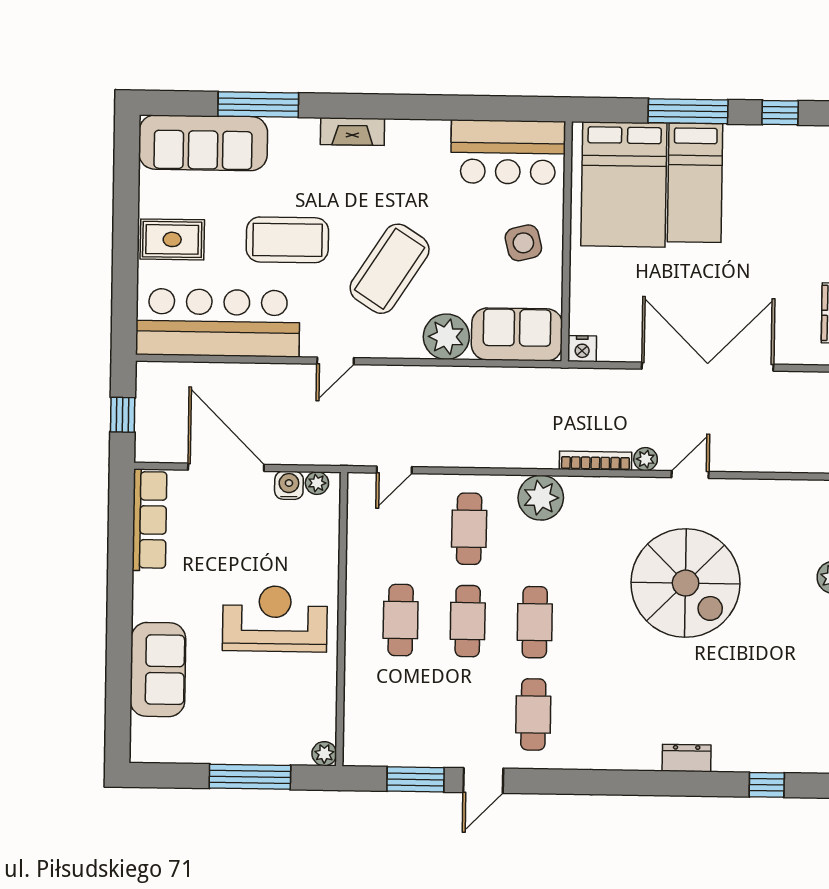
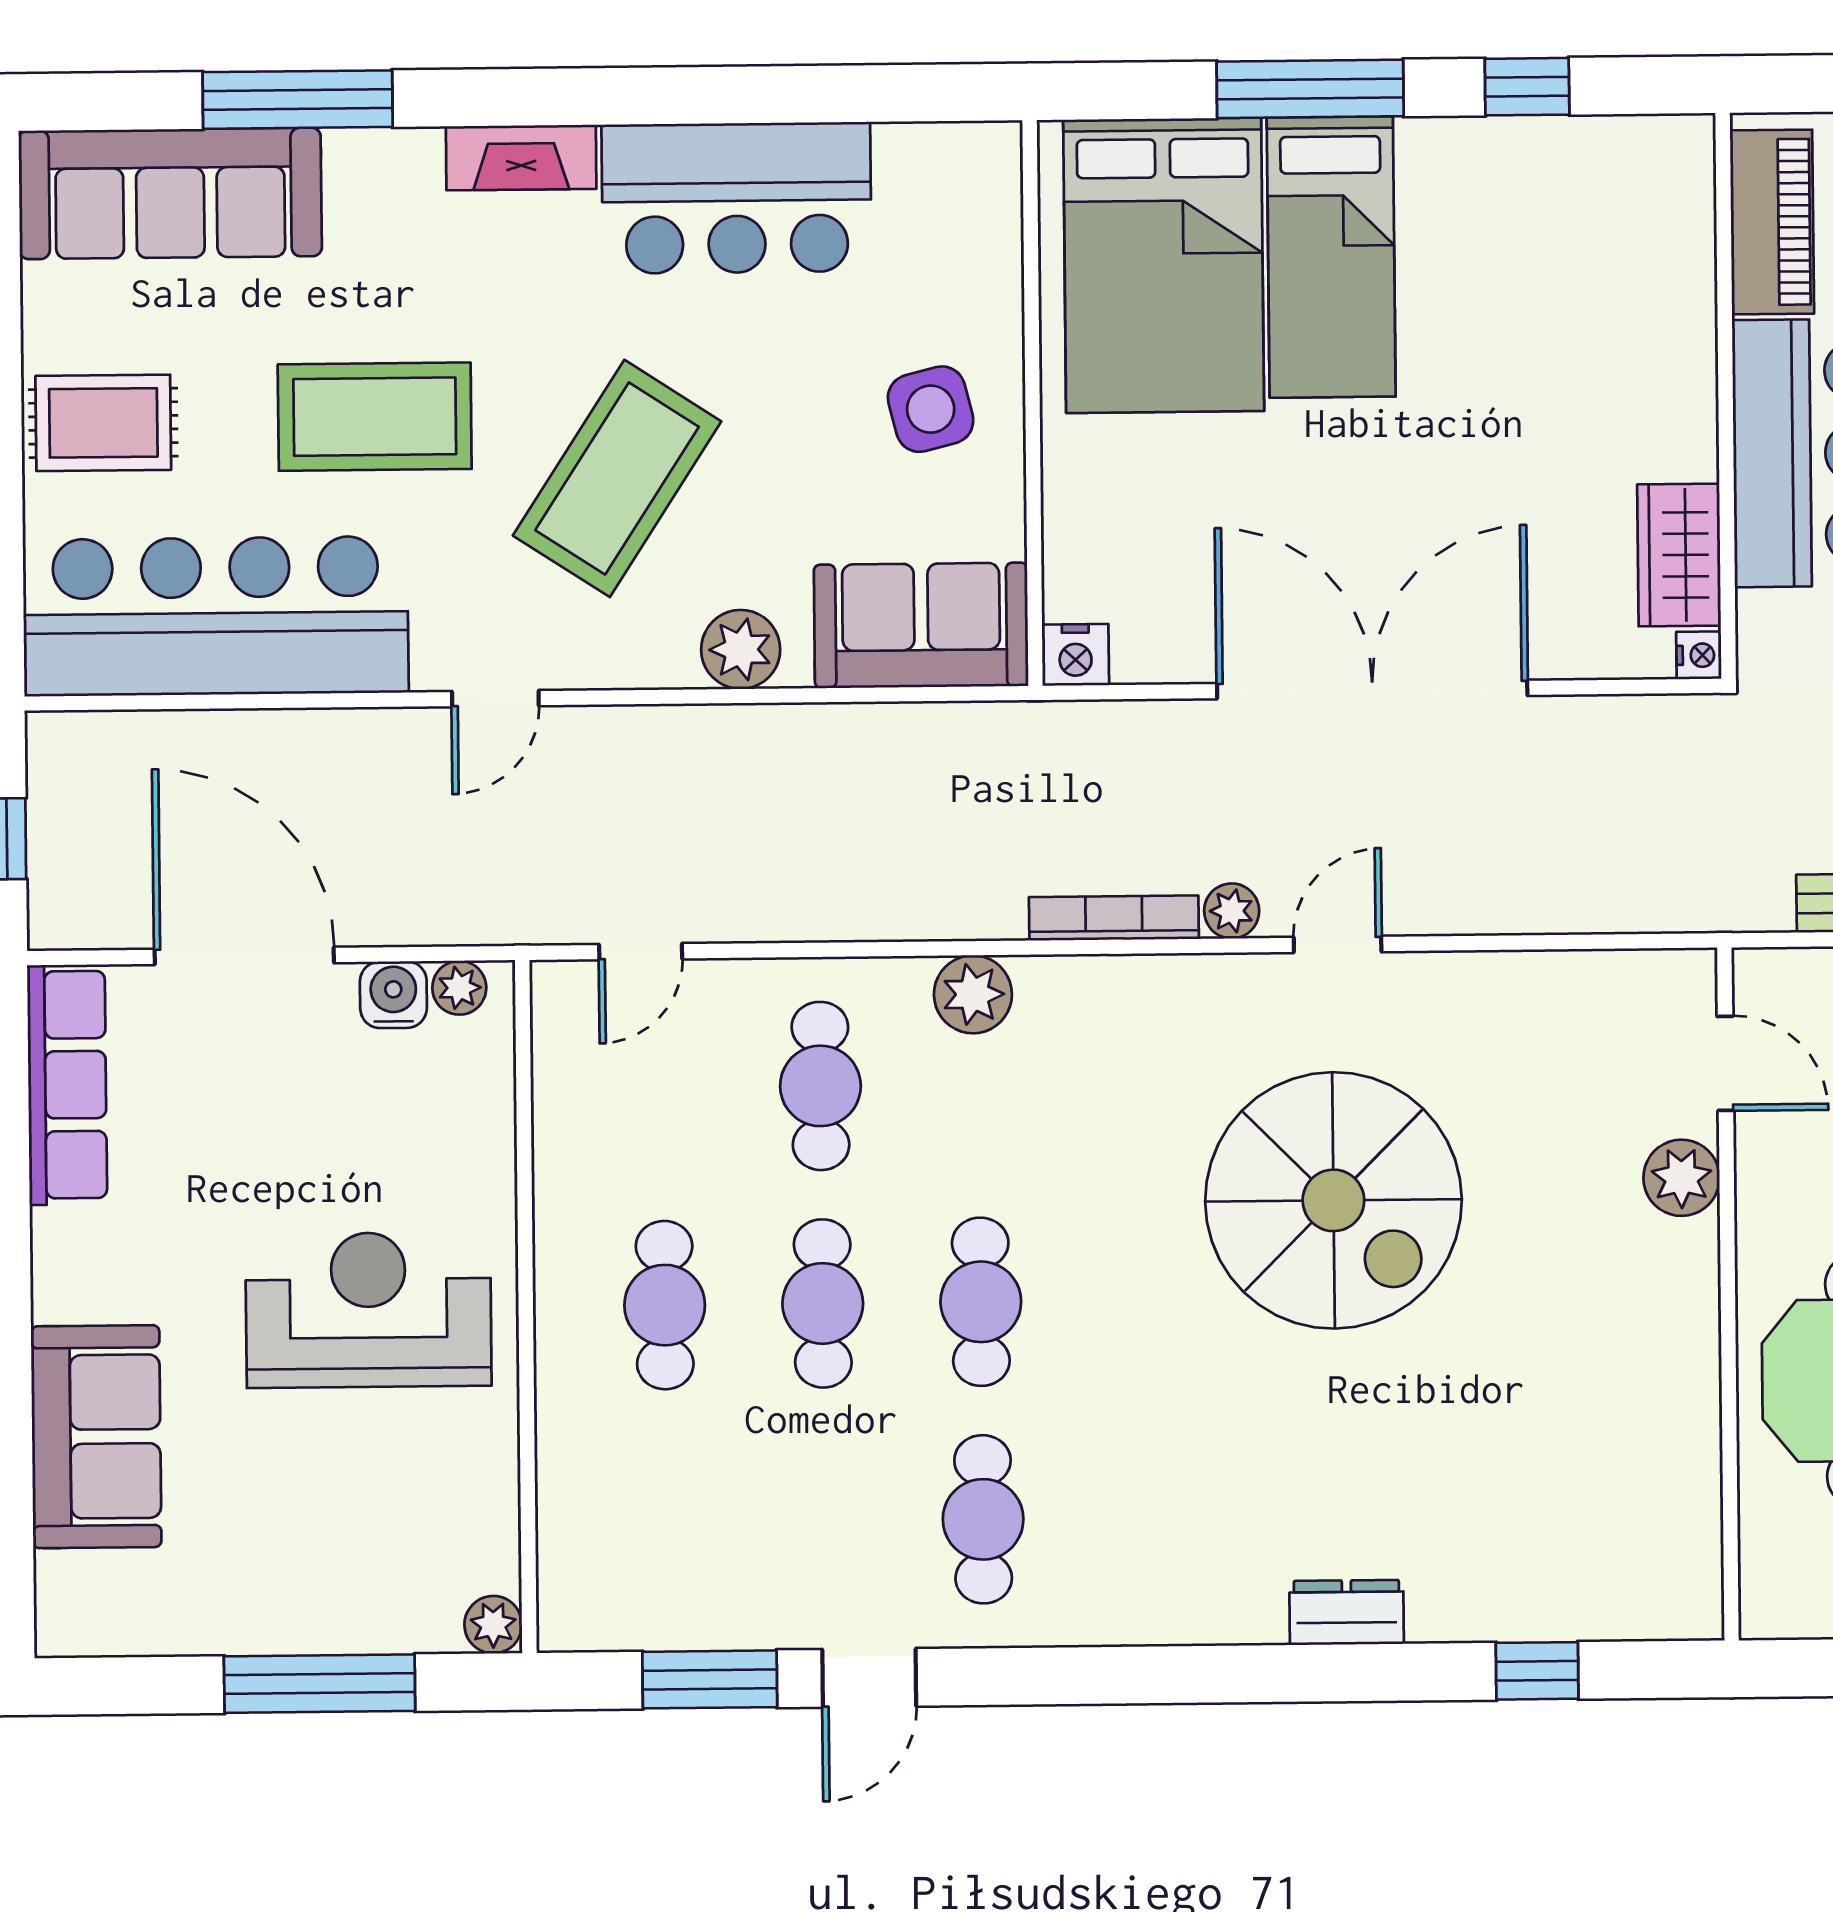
bar counter: (508, 152) -> (737, 198), moved
plant: (446, 337) -> (741, 649), width x0.73, depth x0.73
plant: (541, 498) -> (973, 994), width x0.73, depth x0.73

